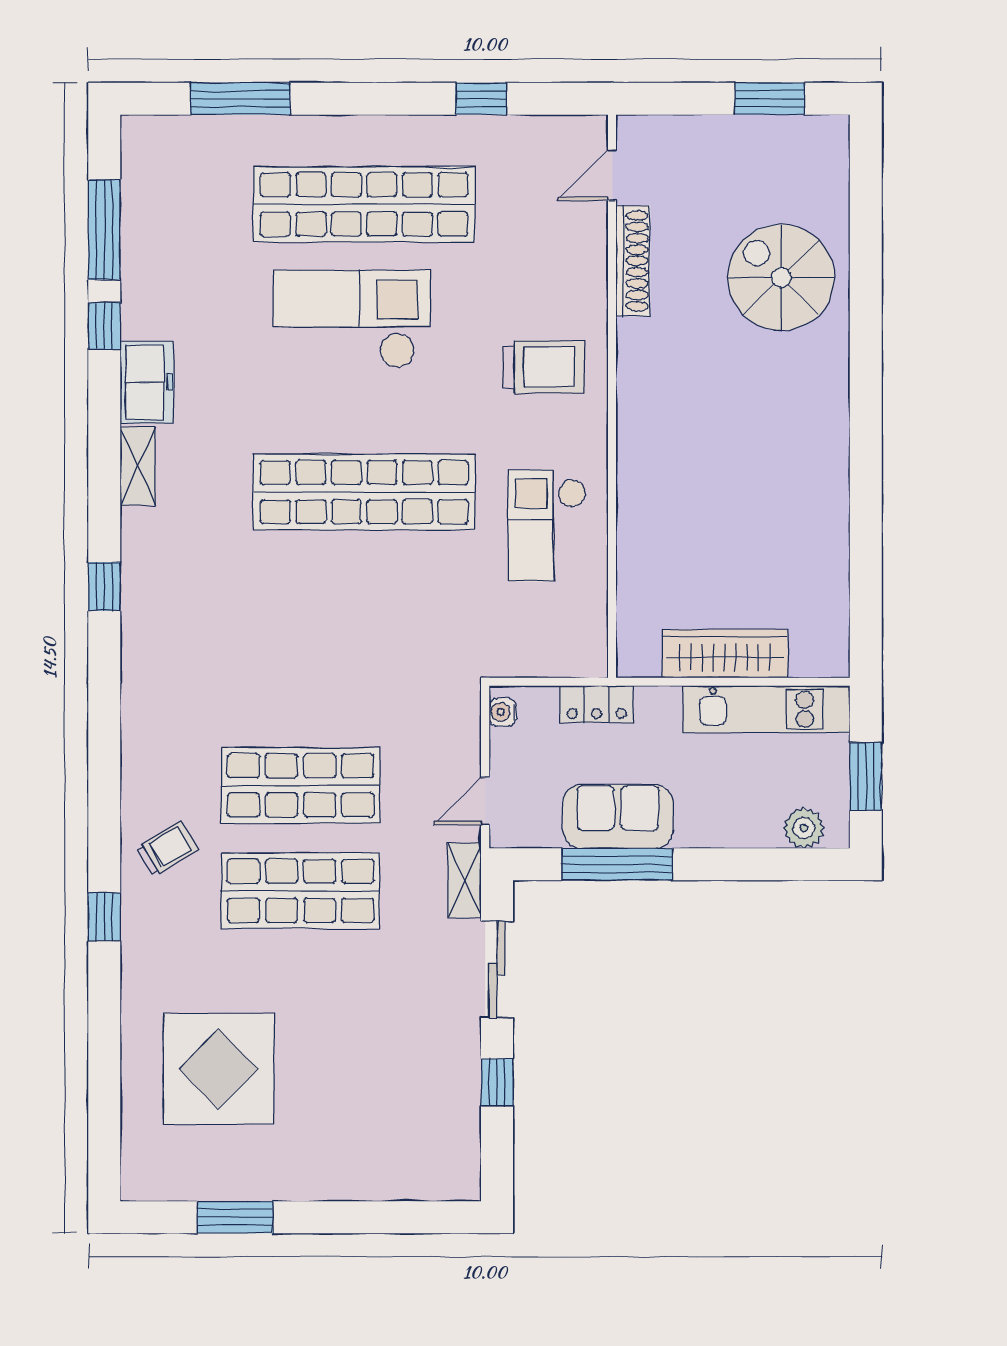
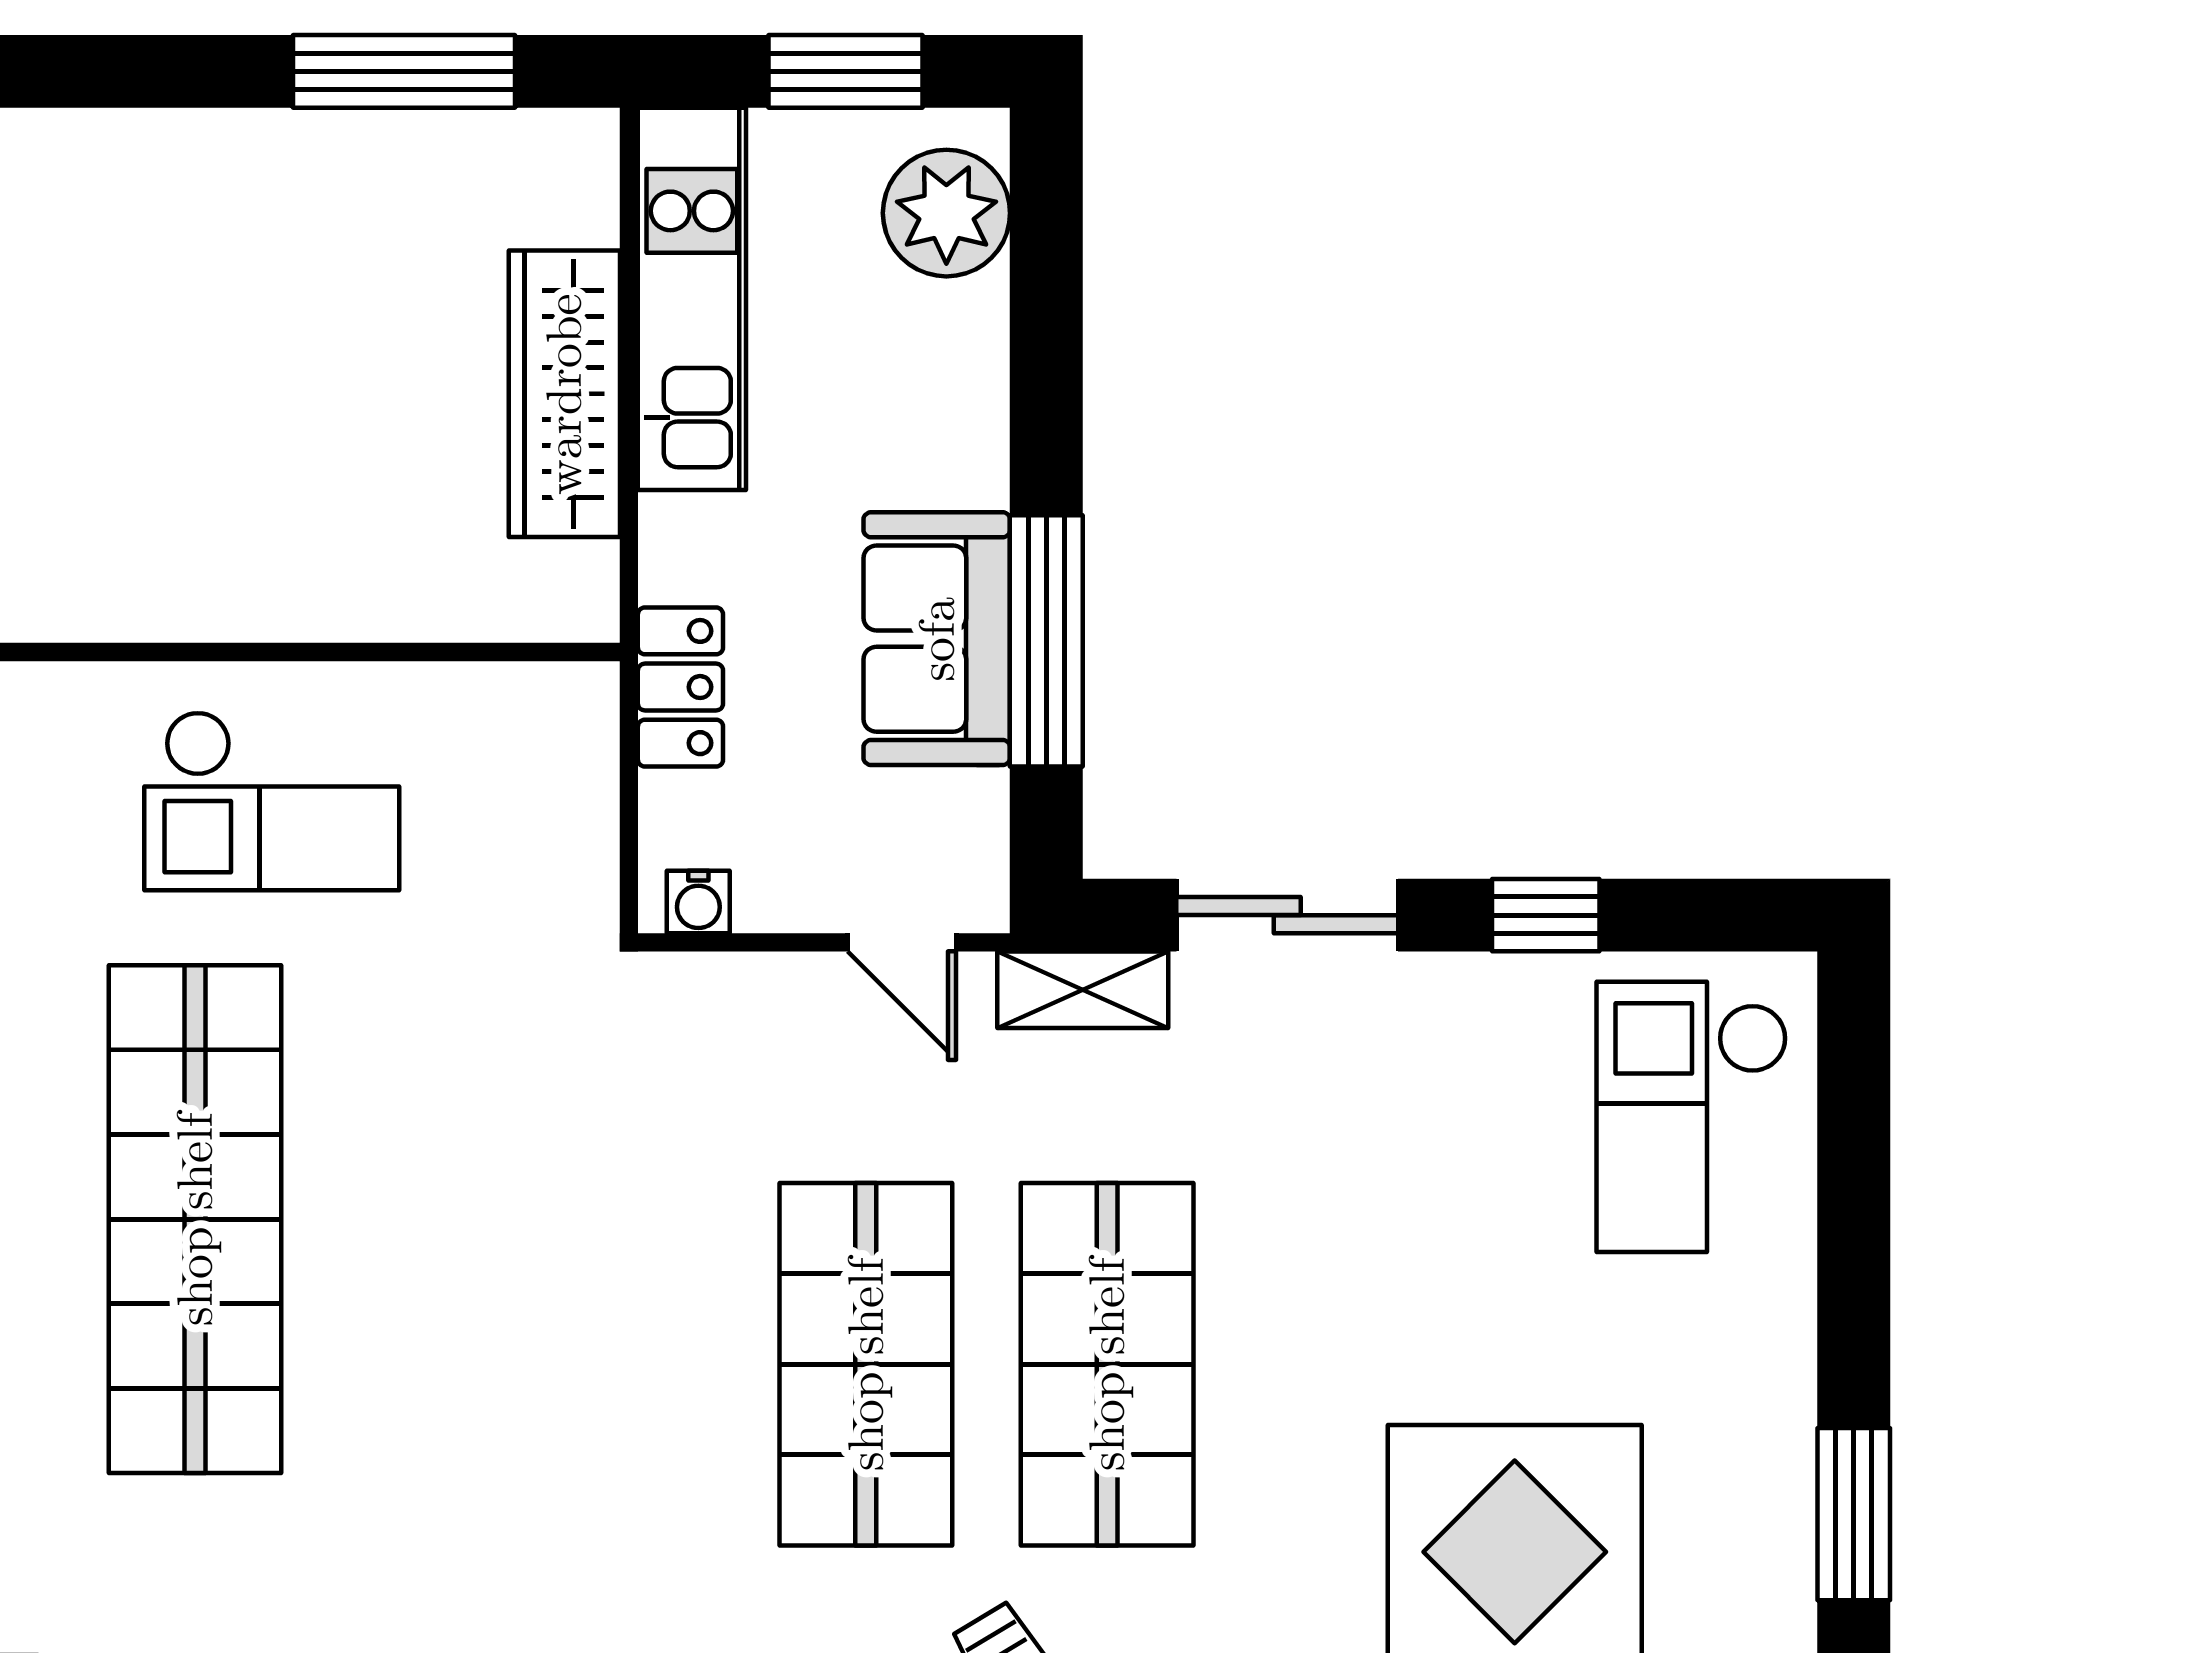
window: (866, 583) -> (404, 71), added
plant: (804, 828) -> (946, 213), width x1.36, depth x1.36
checkout: (409, 1146) -> (1692, 1117), added

